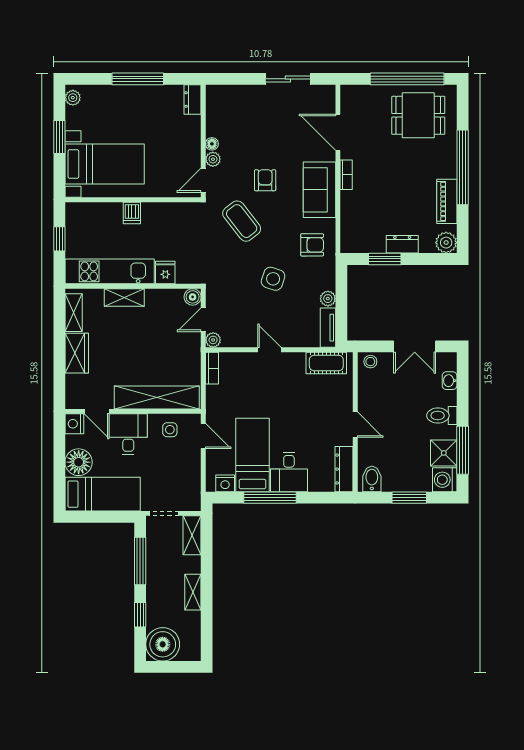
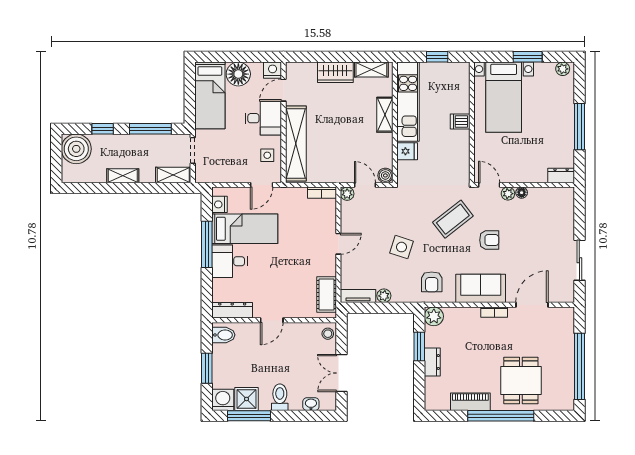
dining table: (418, 115) -> (521, 380), moved
plant: (446, 243) -> (434, 316), moved

